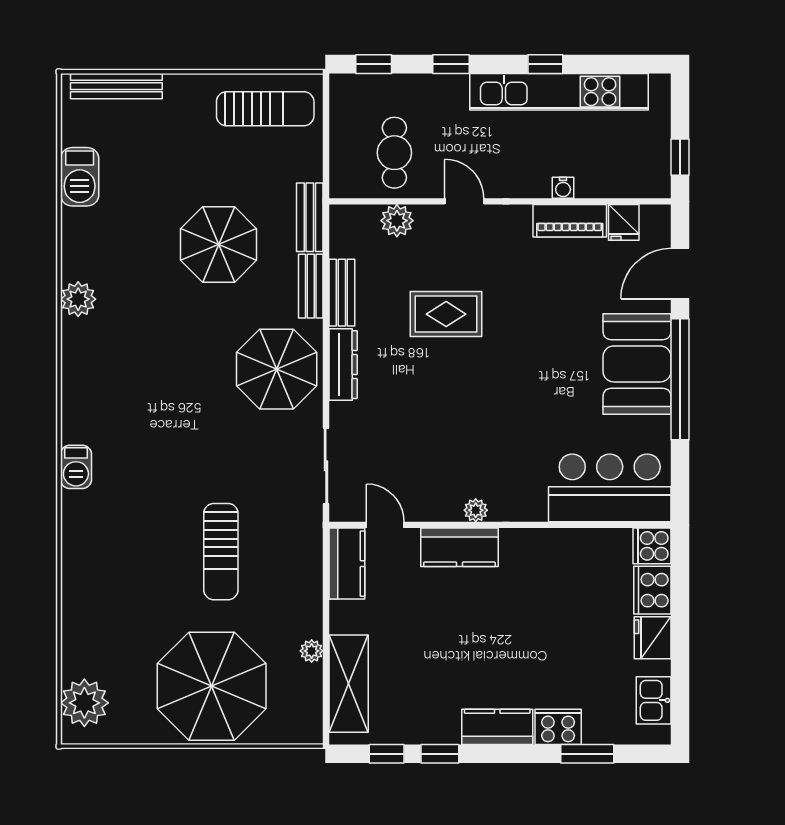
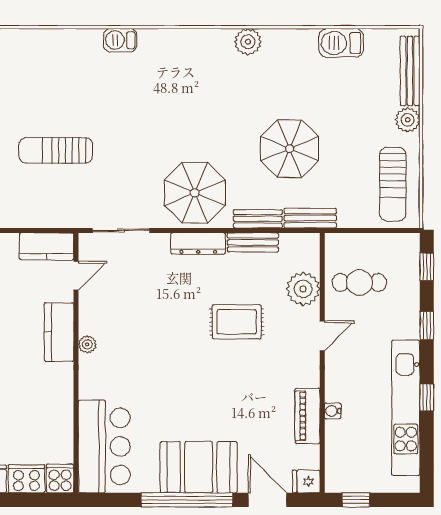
plant: (181, 89) -> (408, 120), added
plant: (397, 221) -> (303, 289), width x1.36, depth x1.36
fridge: (624, 222) -> (306, 481), moved
rug: (446, 314) -> (237, 322), turned 90

